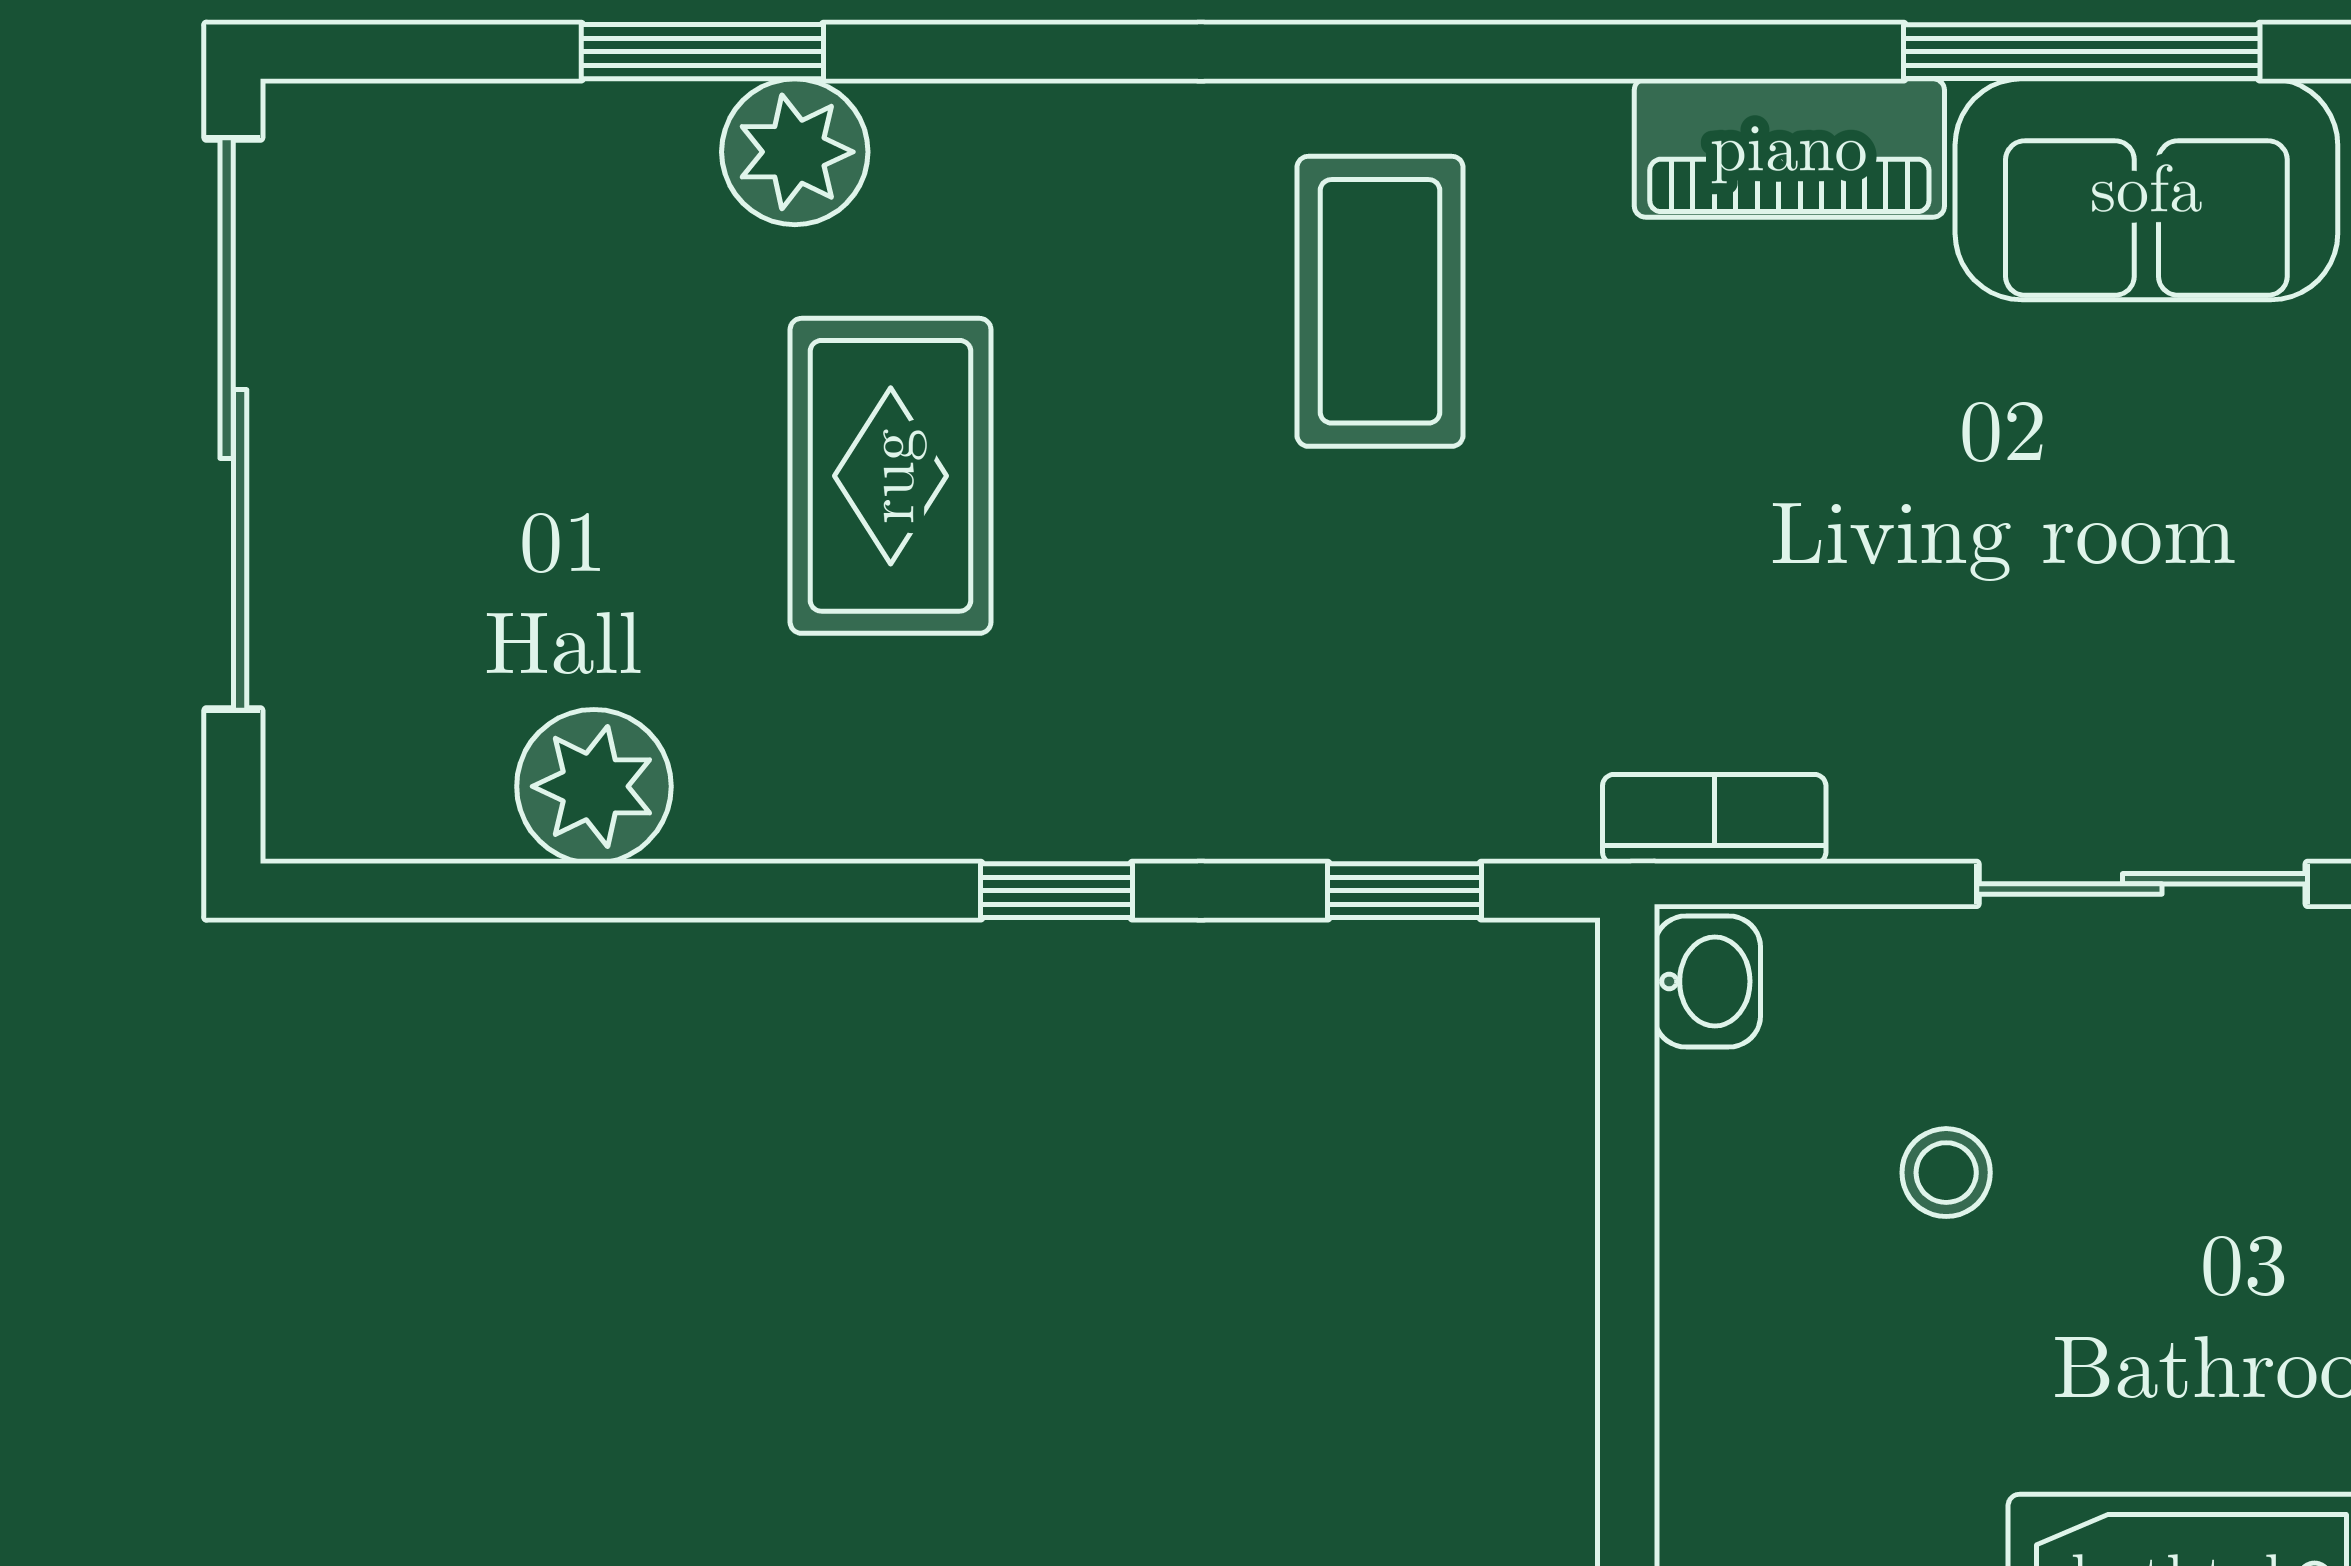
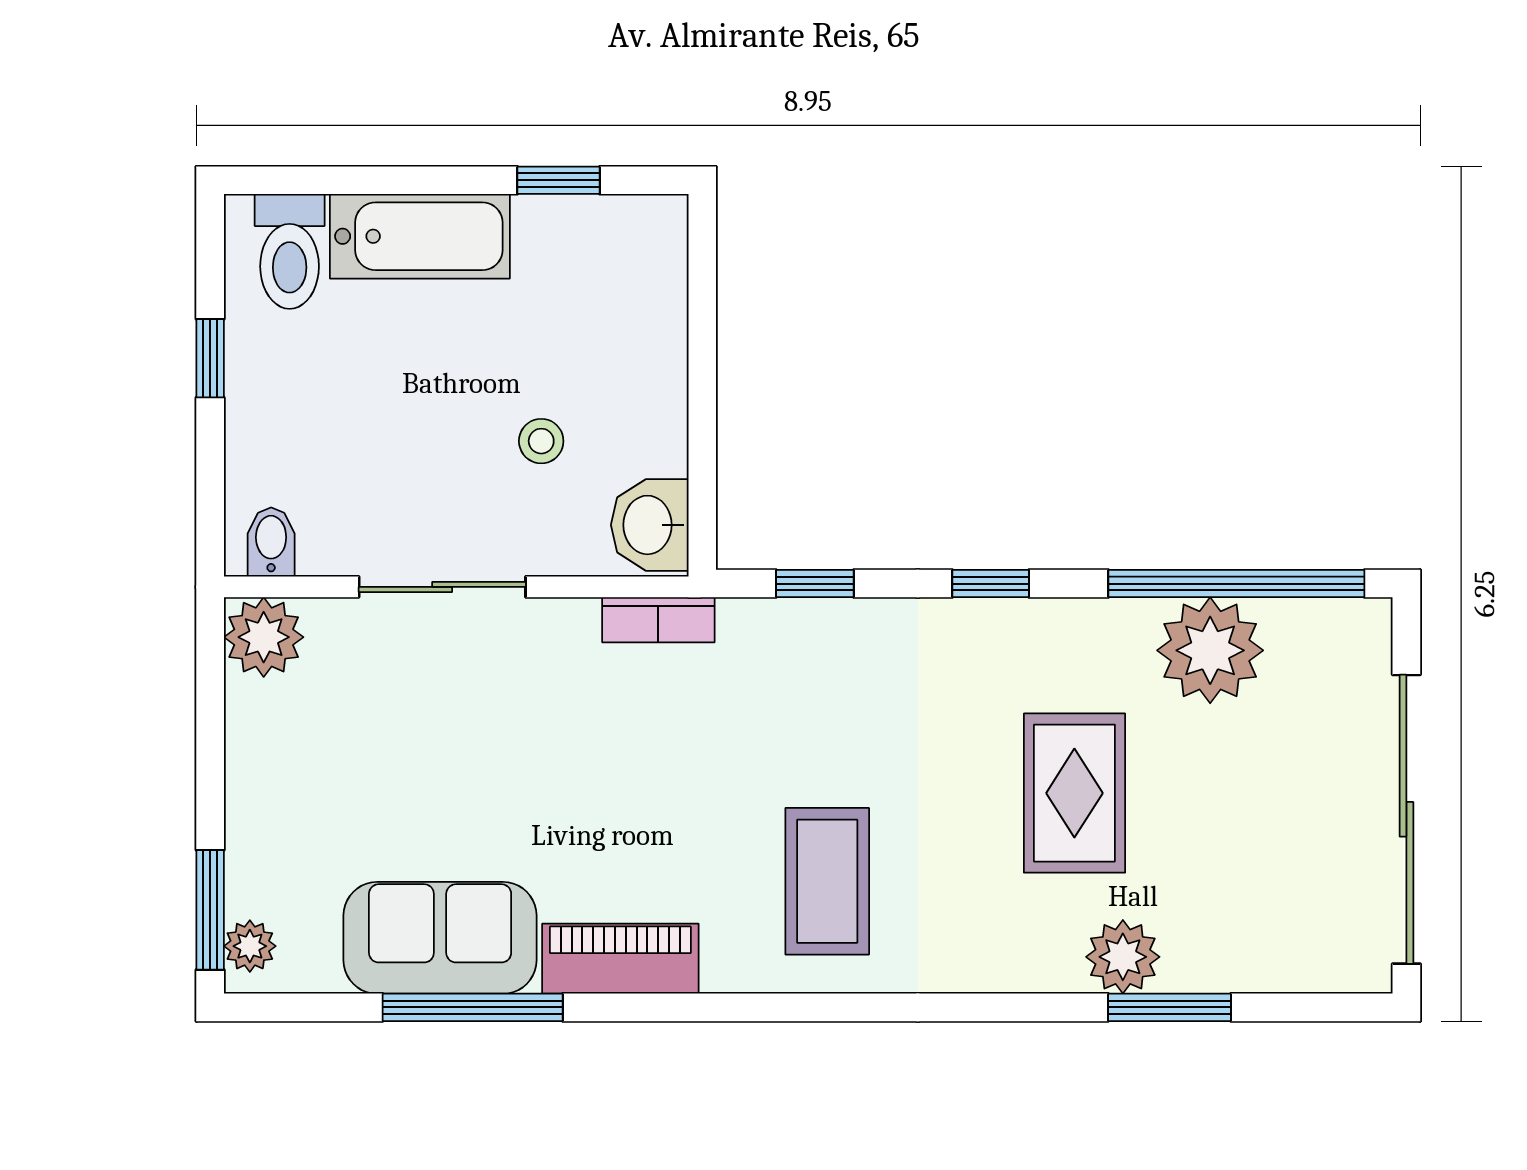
plant: (594, 786) -> (1210, 650), width x1.36, depth x1.36
window: (570, 891) -> (1236, 584), added
washbasin: (1707, 981) -> (650, 525), width x1.38, depth x1.45

